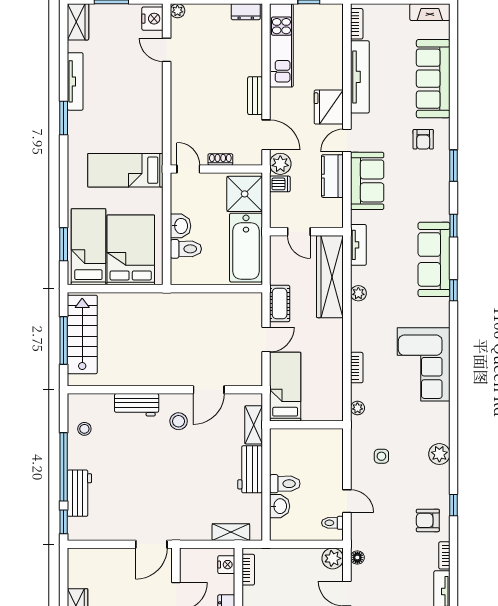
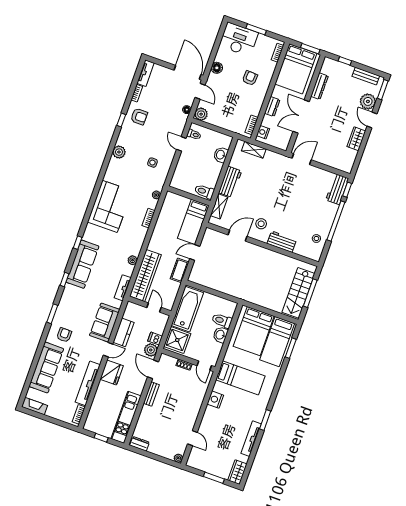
nightstand: (152, 19) -> (215, 400), moved
toilet: (285, 484) -> (204, 192), moved
workbench: (79, 493) -> (337, 189), moved

